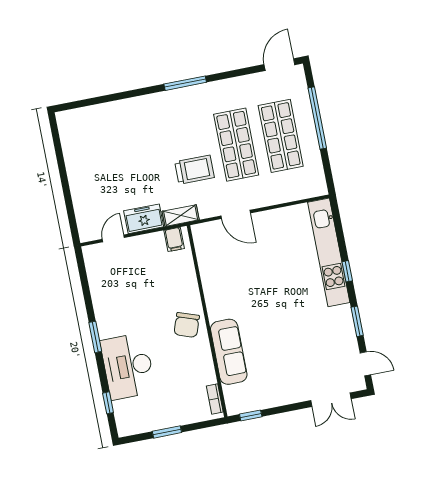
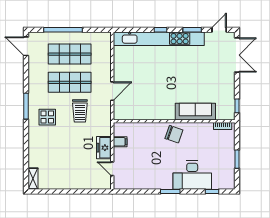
display table: (174, 120) -> (47, 117), added
trolley: (194, 170) -> (80, 111), turned 180
shelving: (181, 216) -> (33, 179), moved
filing cabinet: (174, 239) -> (120, 142), moved
kitchen unit: (329, 252) -> (159, 39), width x1.36
double door: (331, 400) -> (237, 55), width x1.37

